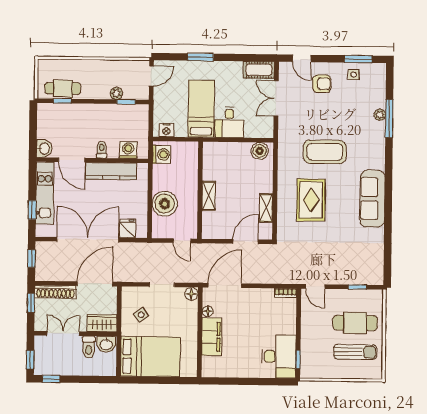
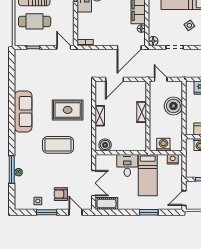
window: (358, 59) -> (47, 212), moved
washing machine: (162, 154) -> (163, 145), moved, turned 90
rug: (311, 200) -> (68, 110), turned 90
shelving: (266, 208) -> (100, 116), moved

